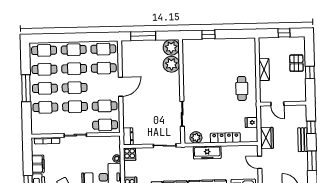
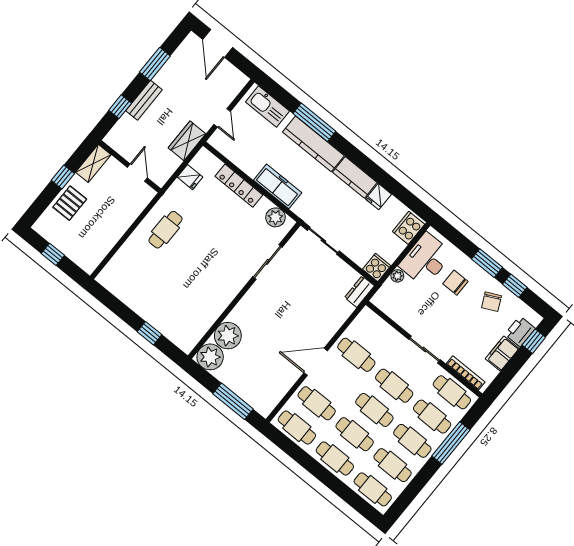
shelving: (264, 70) -> (93, 163), moved
window: (26, 88) -> (451, 443), moved
cafe table: (105, 125) -> (452, 392), moved

